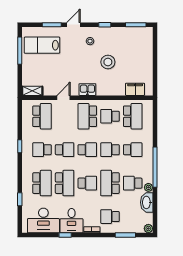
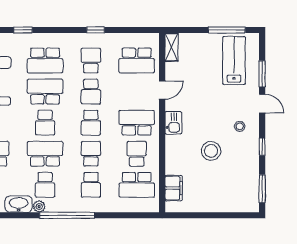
door: (64, 98) -> (162, 90), hinge flipped
school desk: (65, 183) -> (45, 92), turned 180
school desk: (133, 183) -> (45, 185), turned 180

